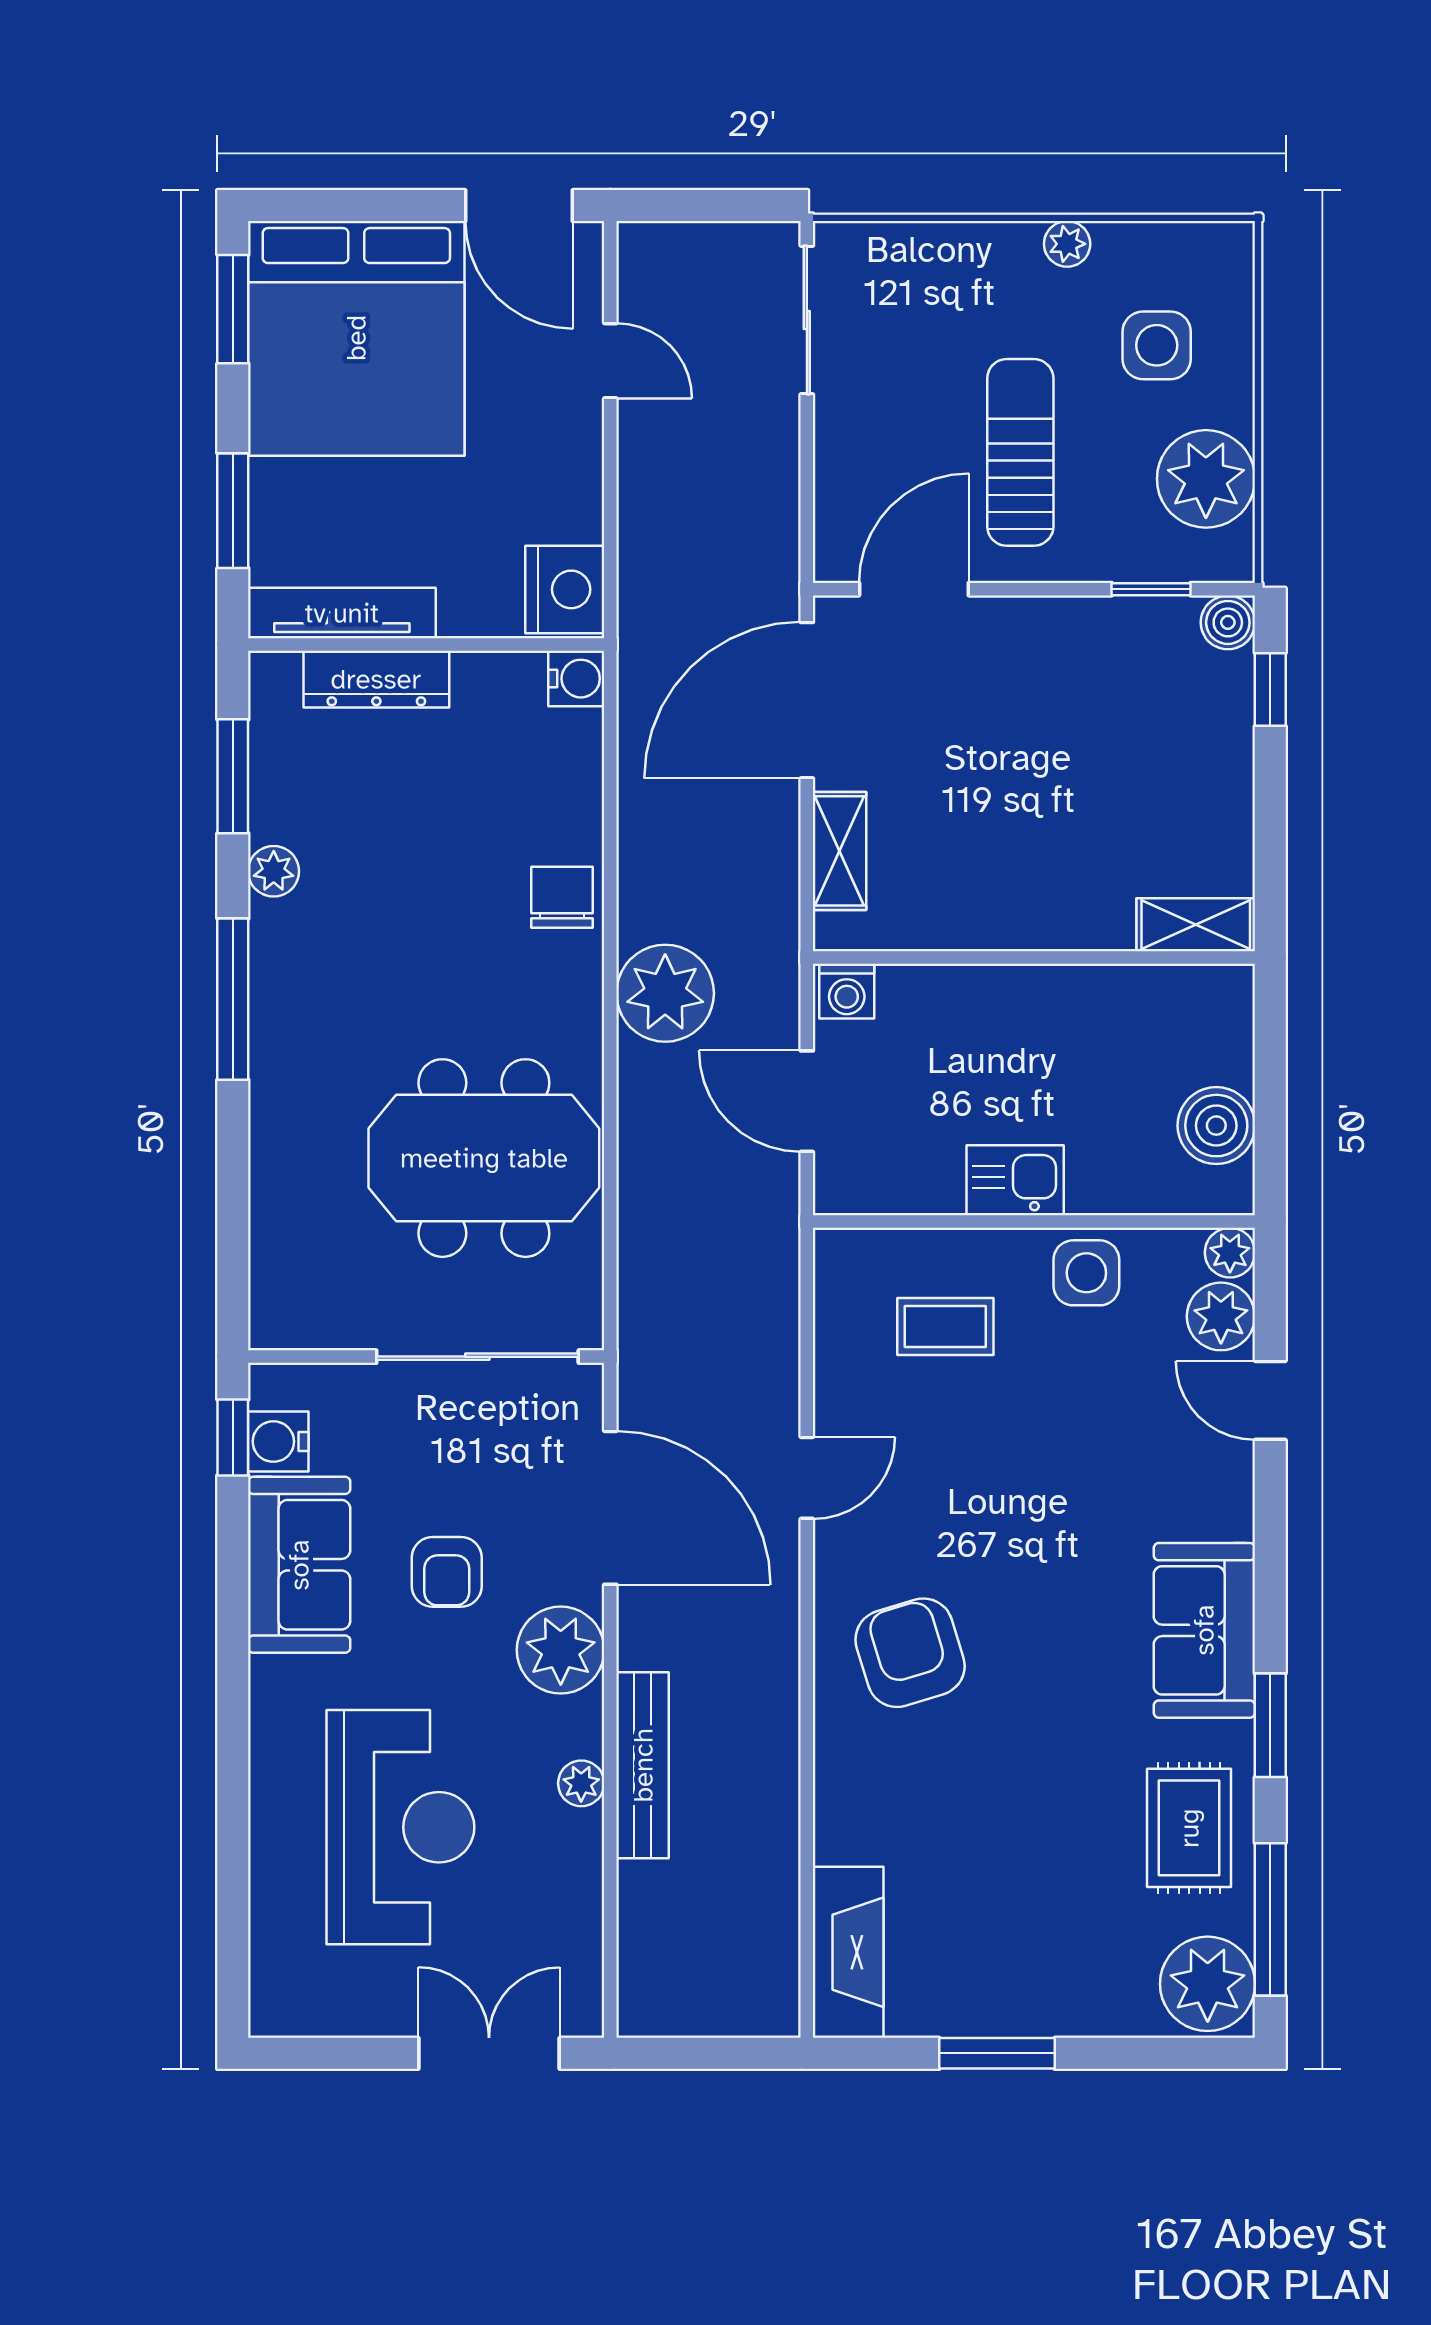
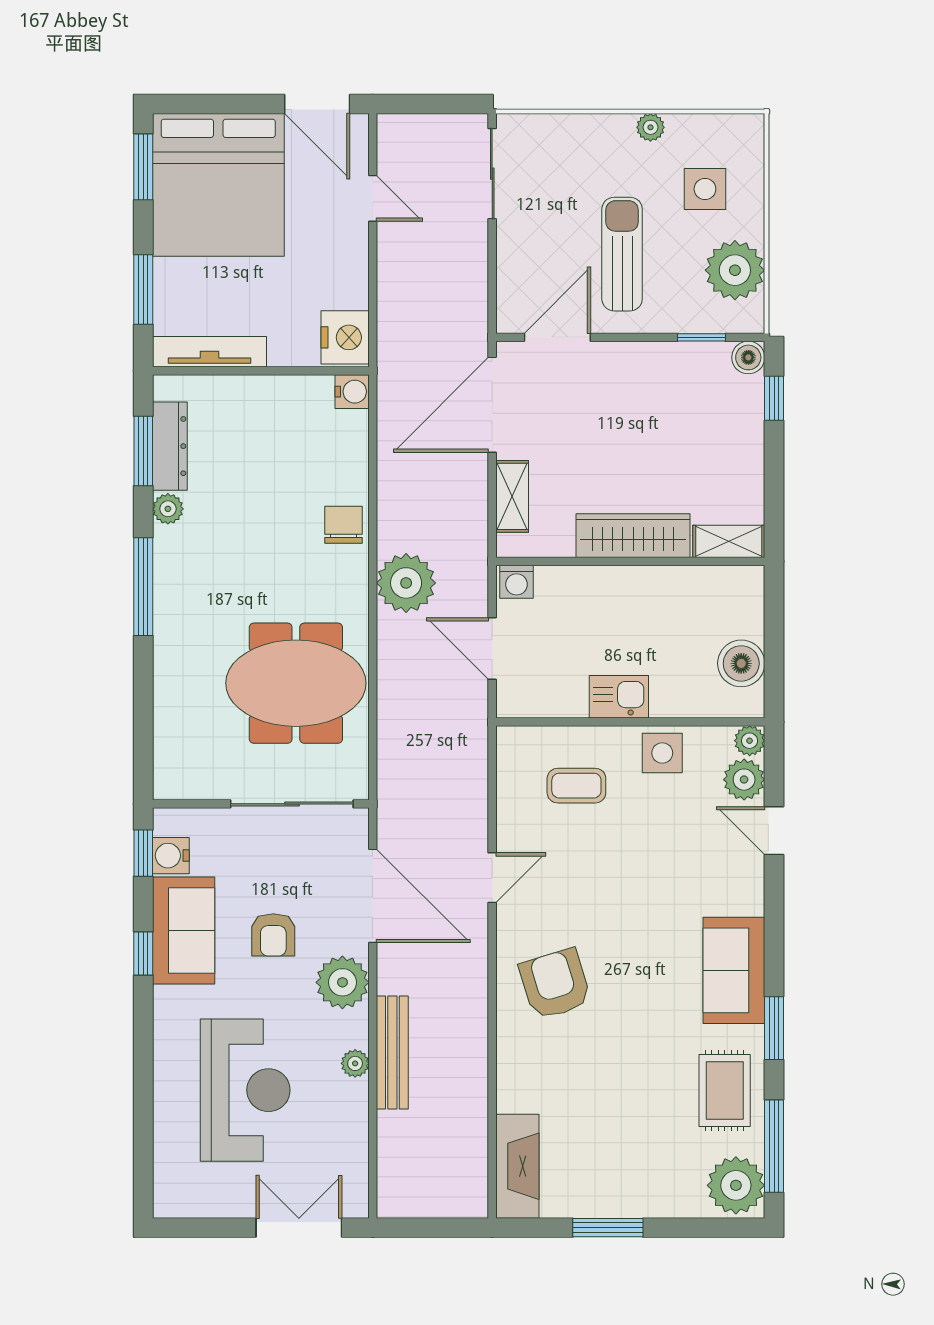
dresser: (376, 679) -> (170, 446), moved, turned -90
wardrobe: (1038, 915) -> (633, 536), added
window: (233, 1602) -> (143, 953), added

